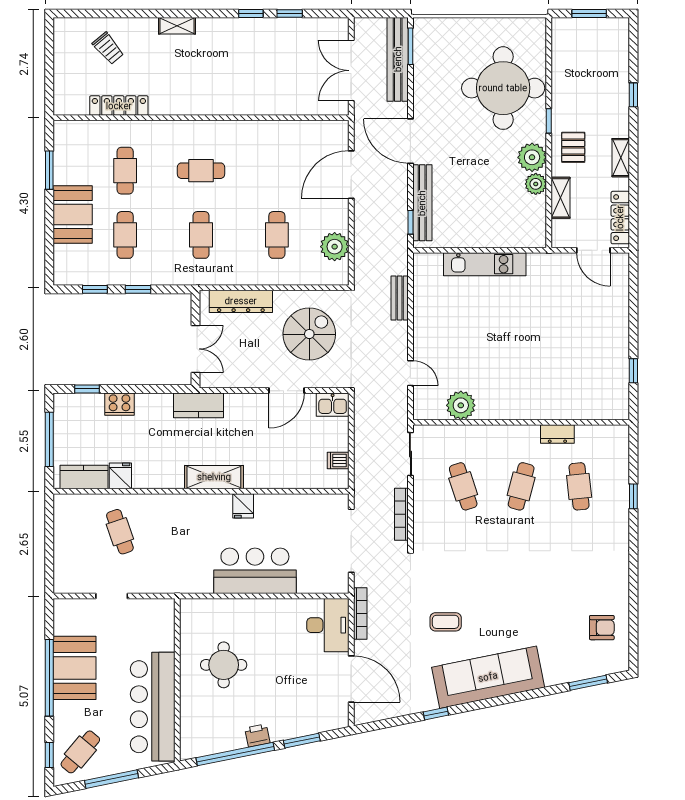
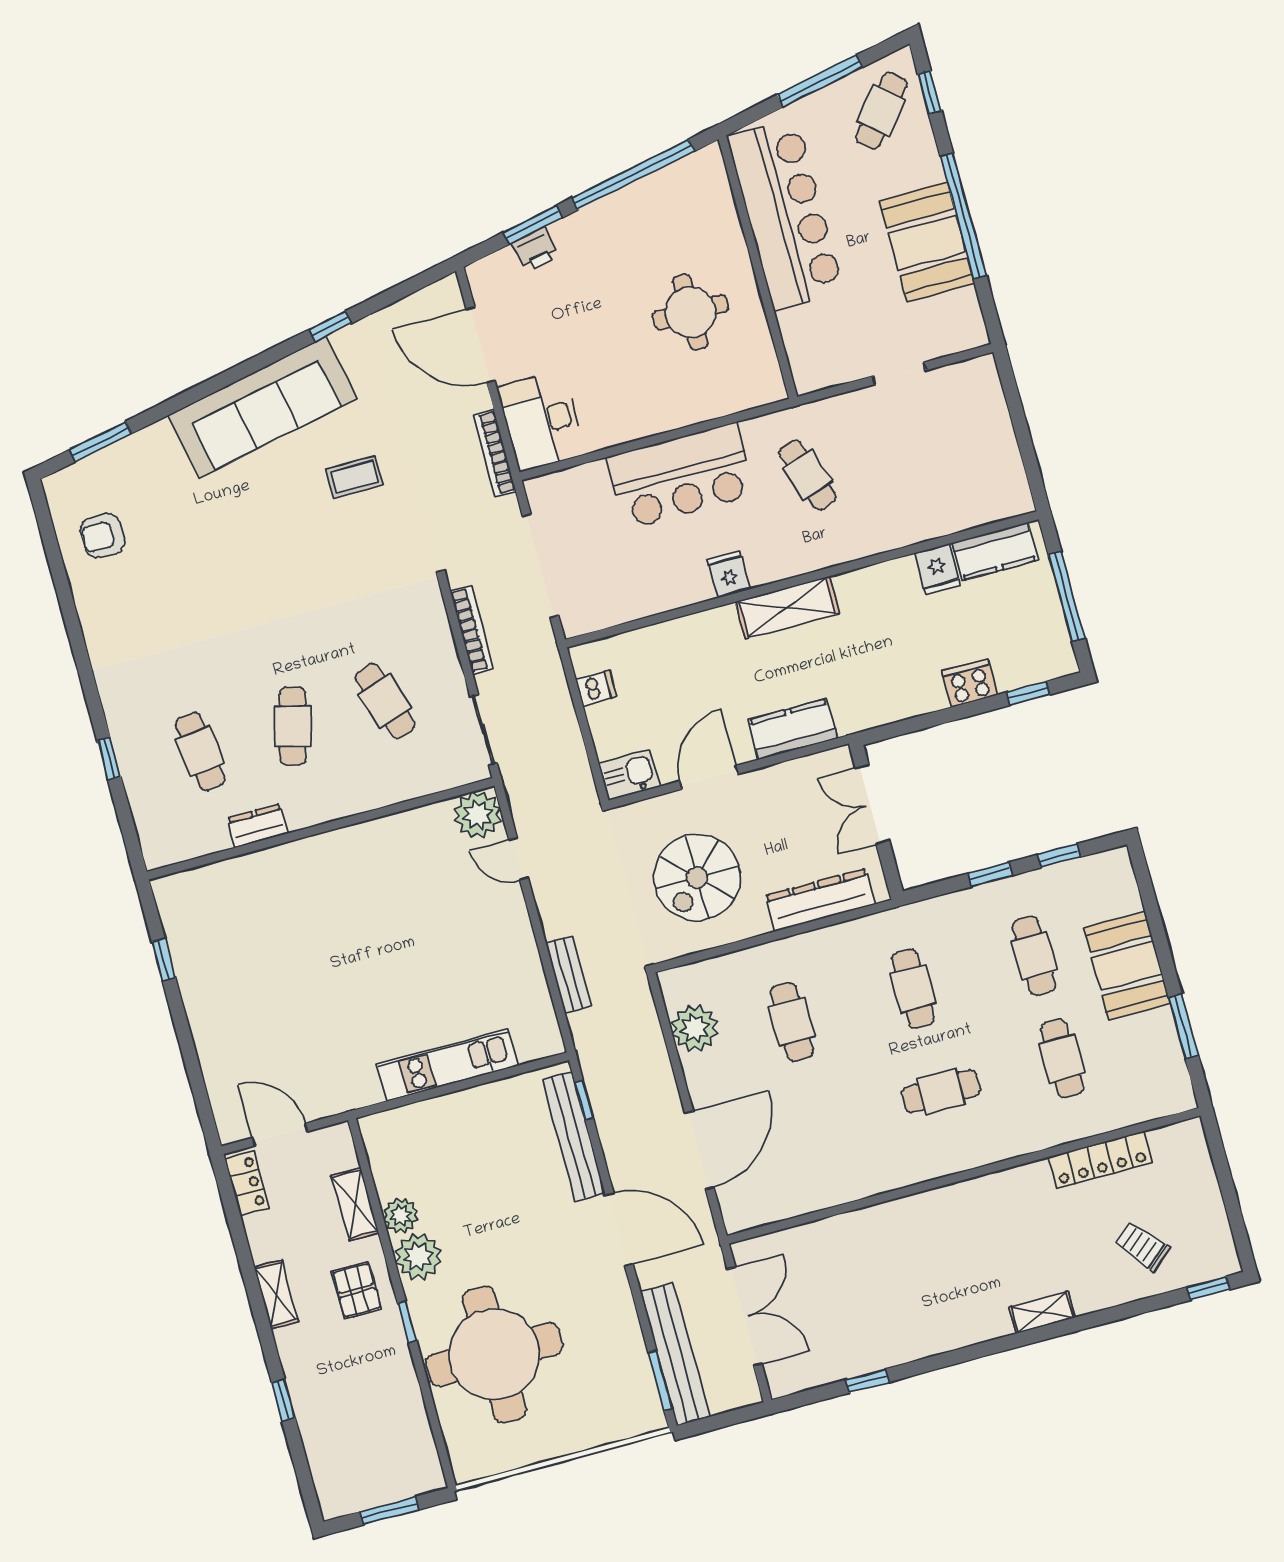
window: (251, 14) -> (1208, 1288), moved
locker: (620, 218) -> (247, 1183), width x0.66
kitchen counter: (198, 405) -> (793, 729), moved
plant: (461, 405) -> (478, 815), moved
cafe table: (120, 532) -> (808, 475), moved
printer: (257, 735) -> (535, 249), moved

